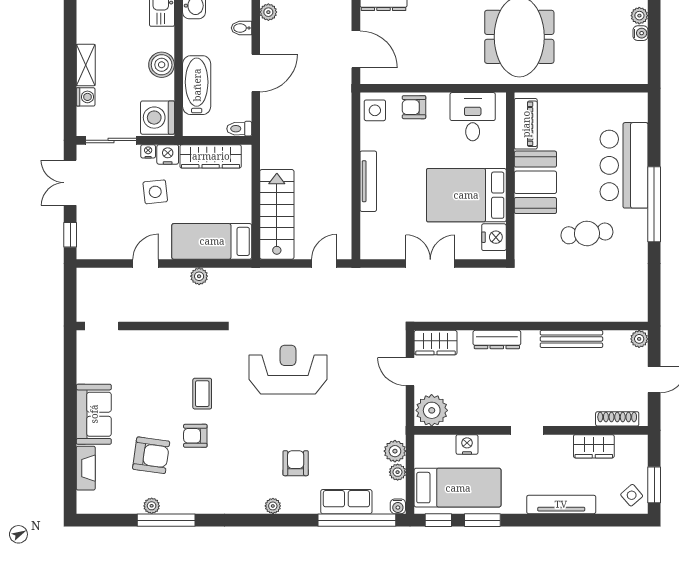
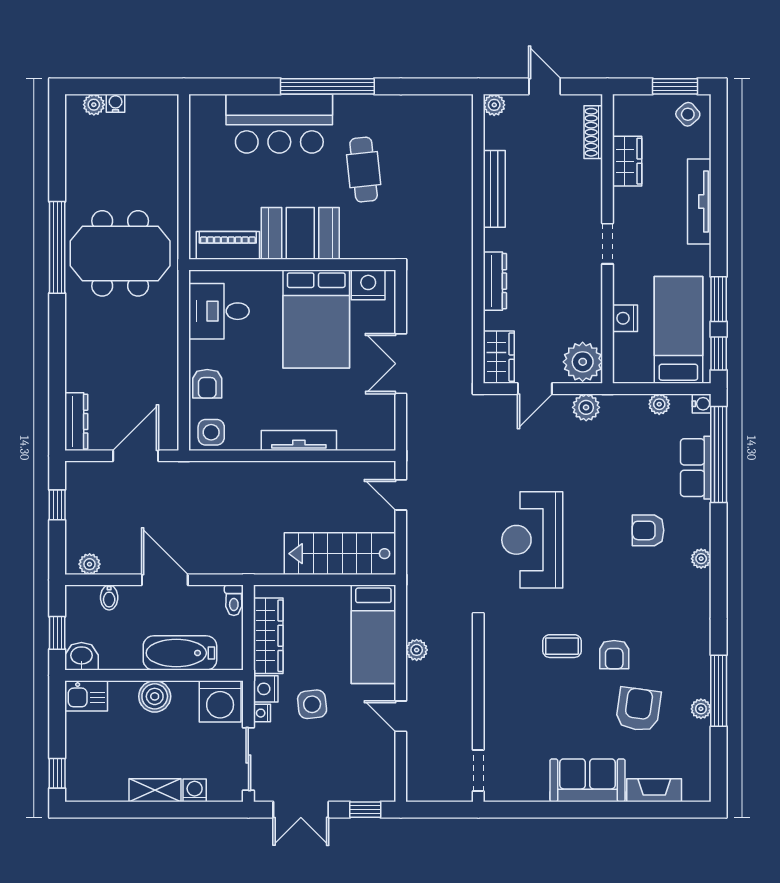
plant: (395, 451) -> (586, 407), moved

